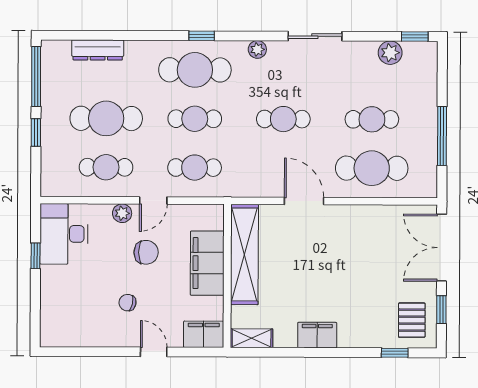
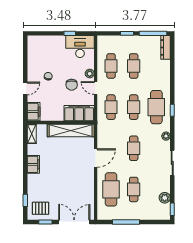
dresser: (98, 50) -> (165, 47), moved
cafe table: (106, 118) -> (134, 66), width x0.73, depth x0.74
filing cabinet: (207, 263) -> (79, 113), moved

